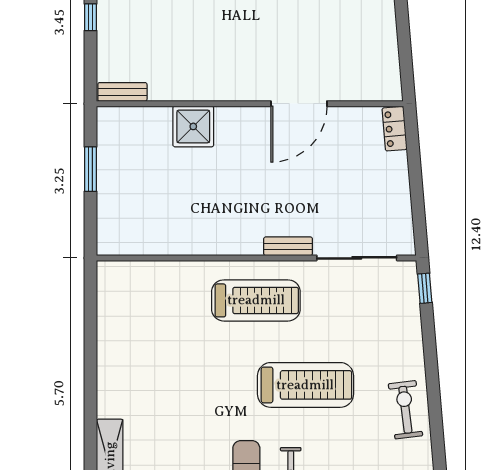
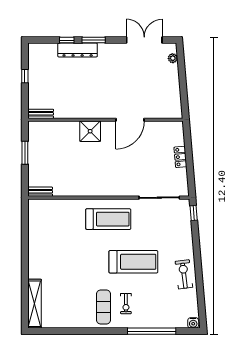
shower: (193, 126) -> (90, 131), moved
locker: (395, 129) -> (180, 157), moved
bench: (288, 246) -> (40, 192), moved

